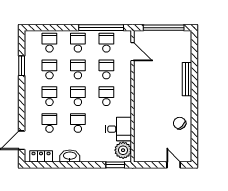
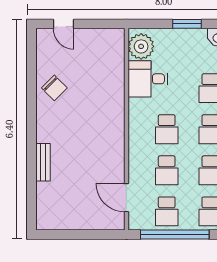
window: (164, 28) -> (79, 234), removed
bench: (187, 79) -> (43, 162), width x0.73
window: (115, 165) -> (187, 24), moved

